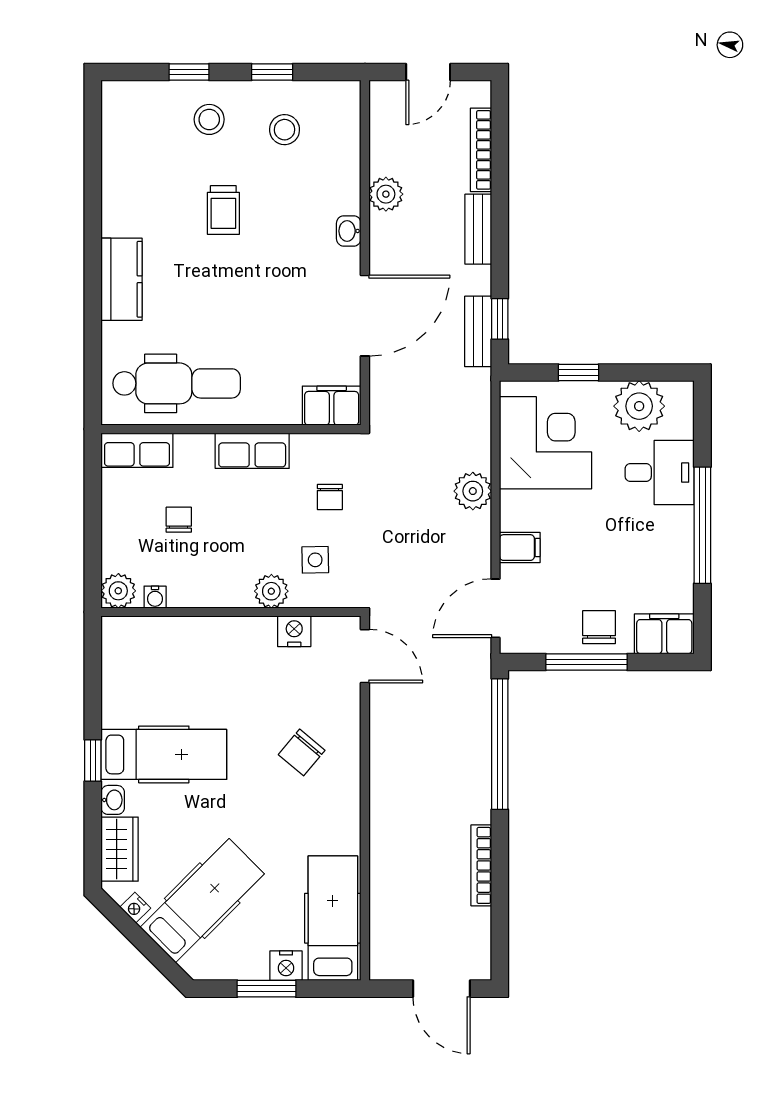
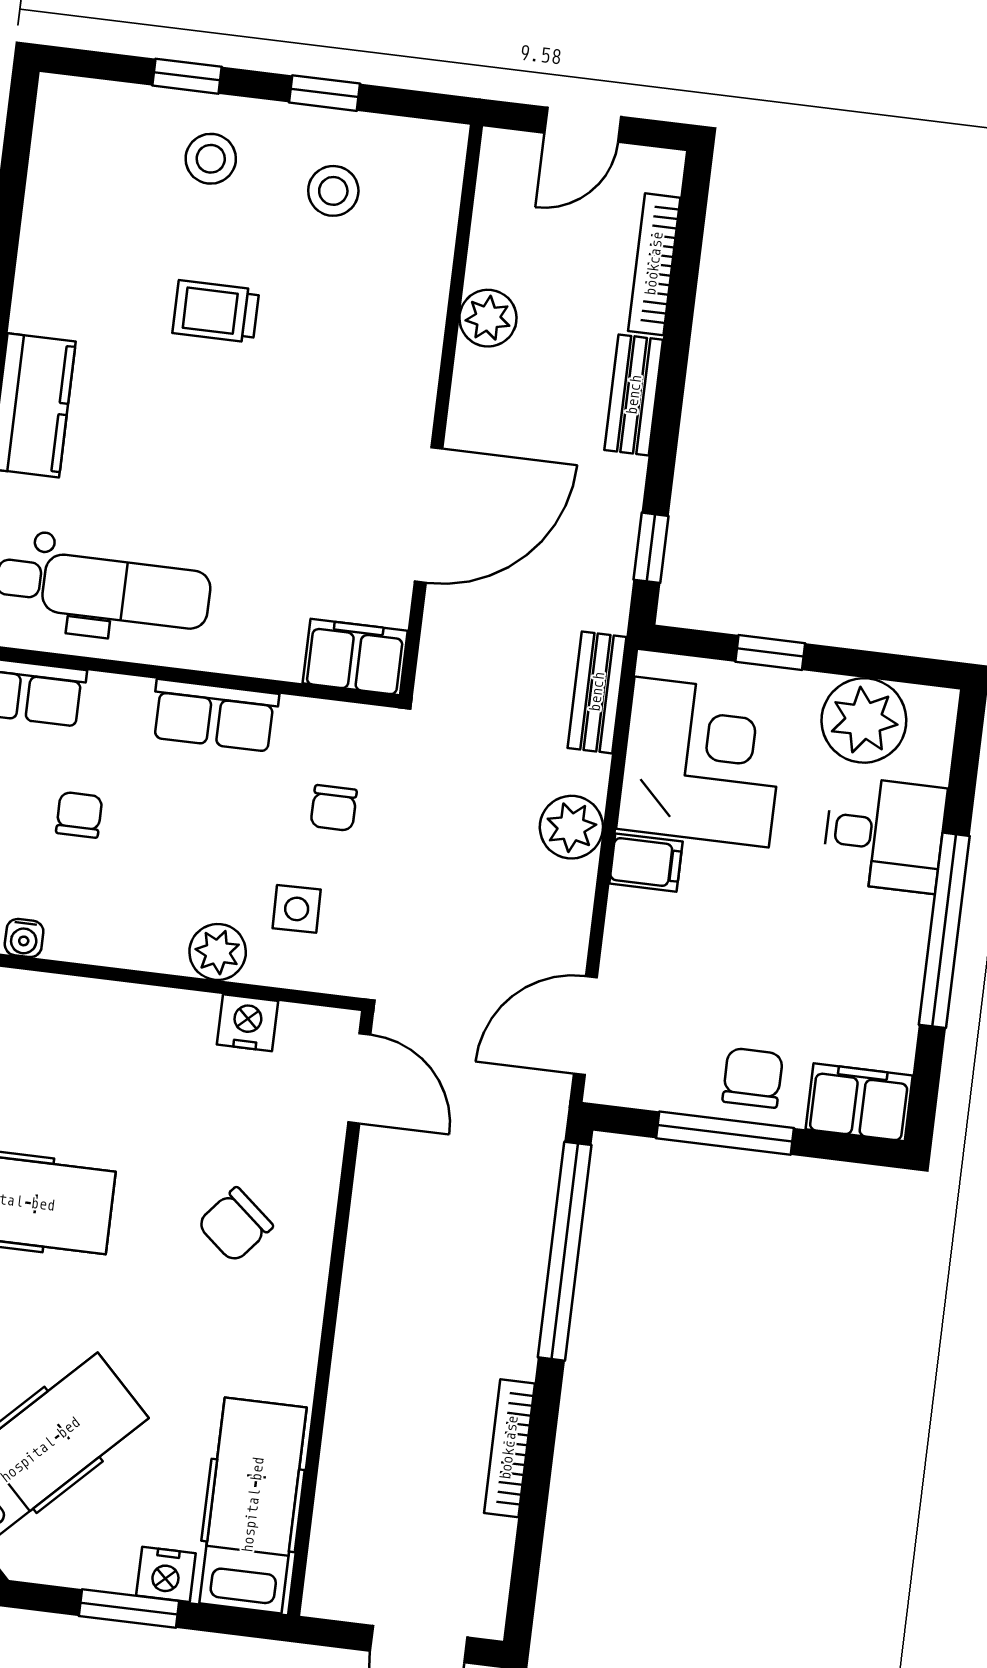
trolley: (223, 210) -> (216, 311), turned 90
washbasin: (349, 231) -> (419, 372), removed
bench: (478, 331) -> (597, 692), moved
filing cabinet: (520, 548) -> (646, 863), moved

